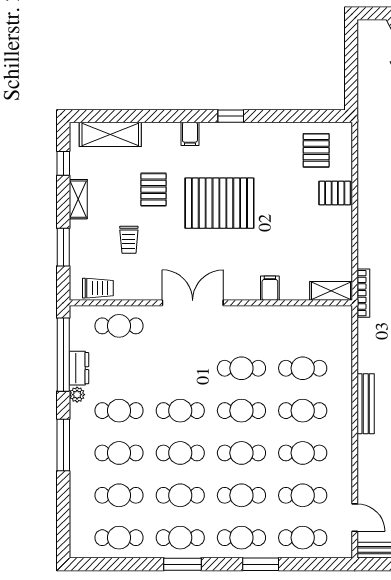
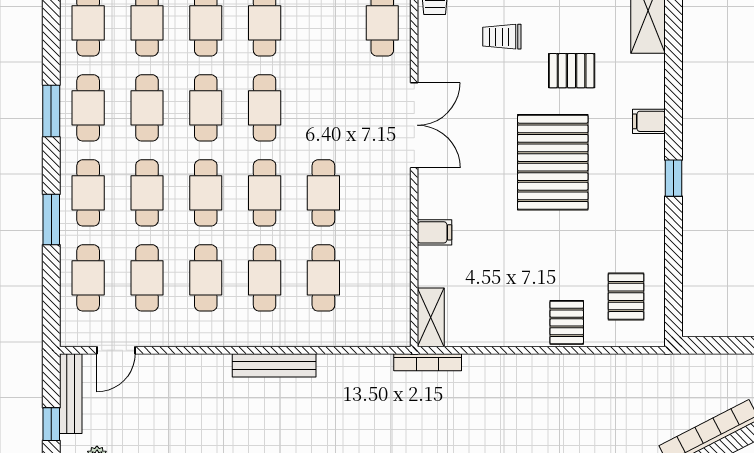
pallet: (316, 150) -> (626, 297), turned 90

